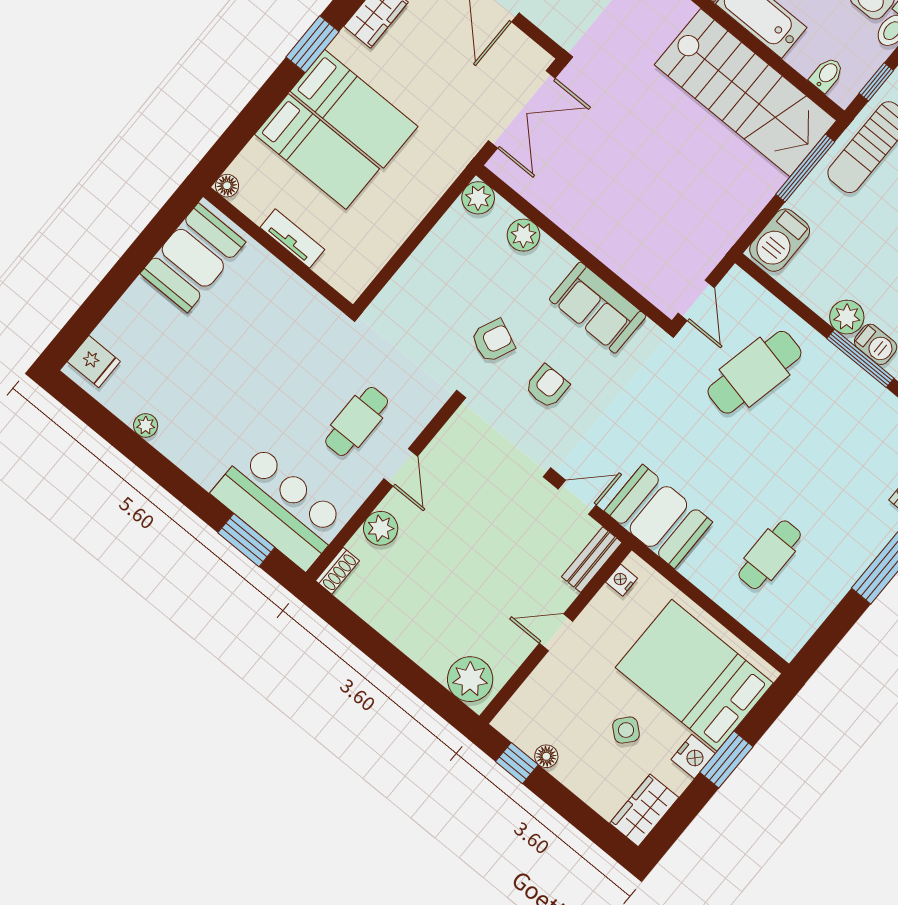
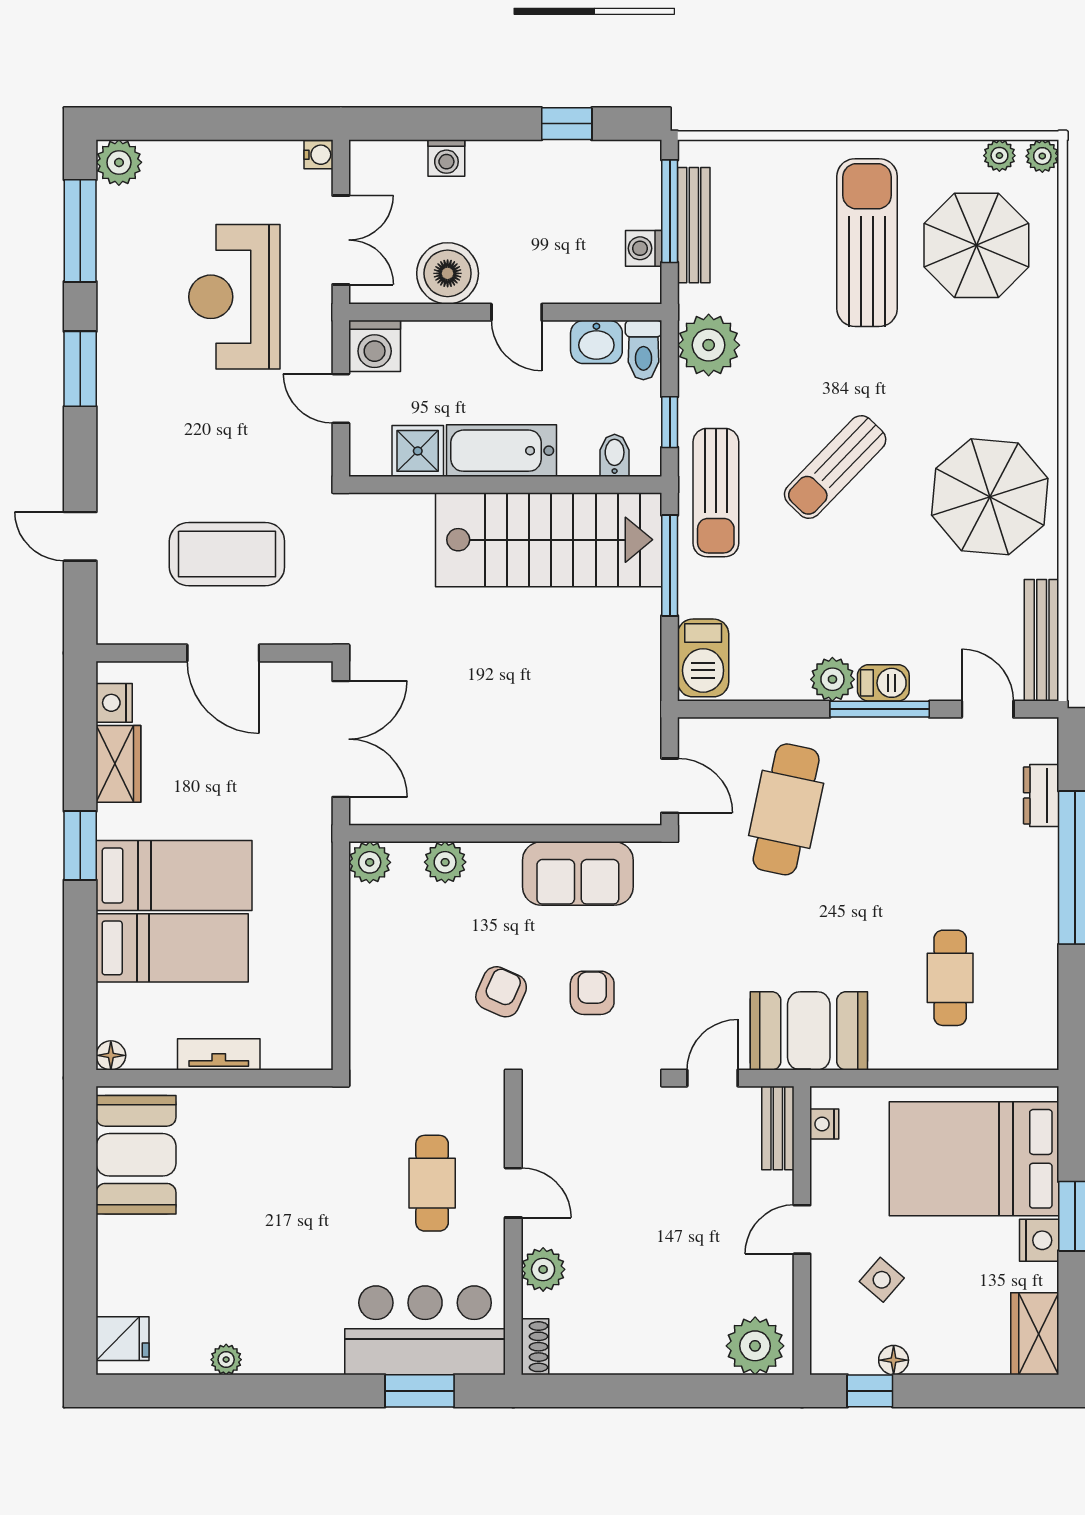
side table: (626, 730) -> (882, 1280), moved

